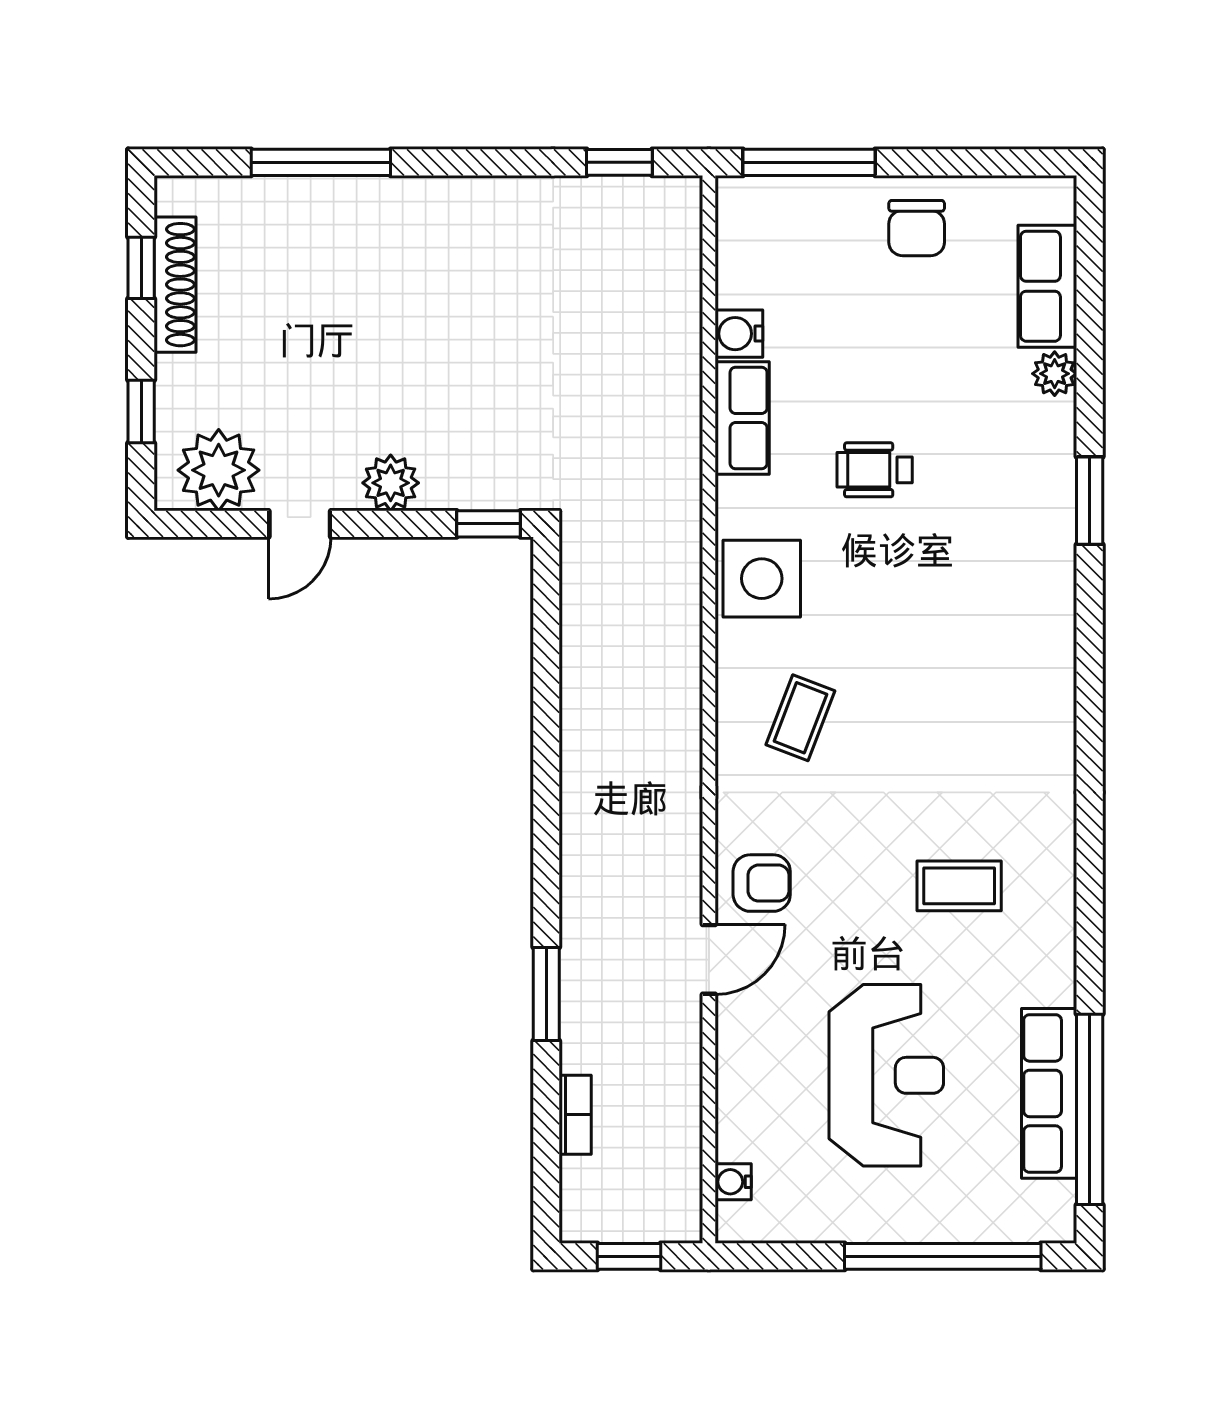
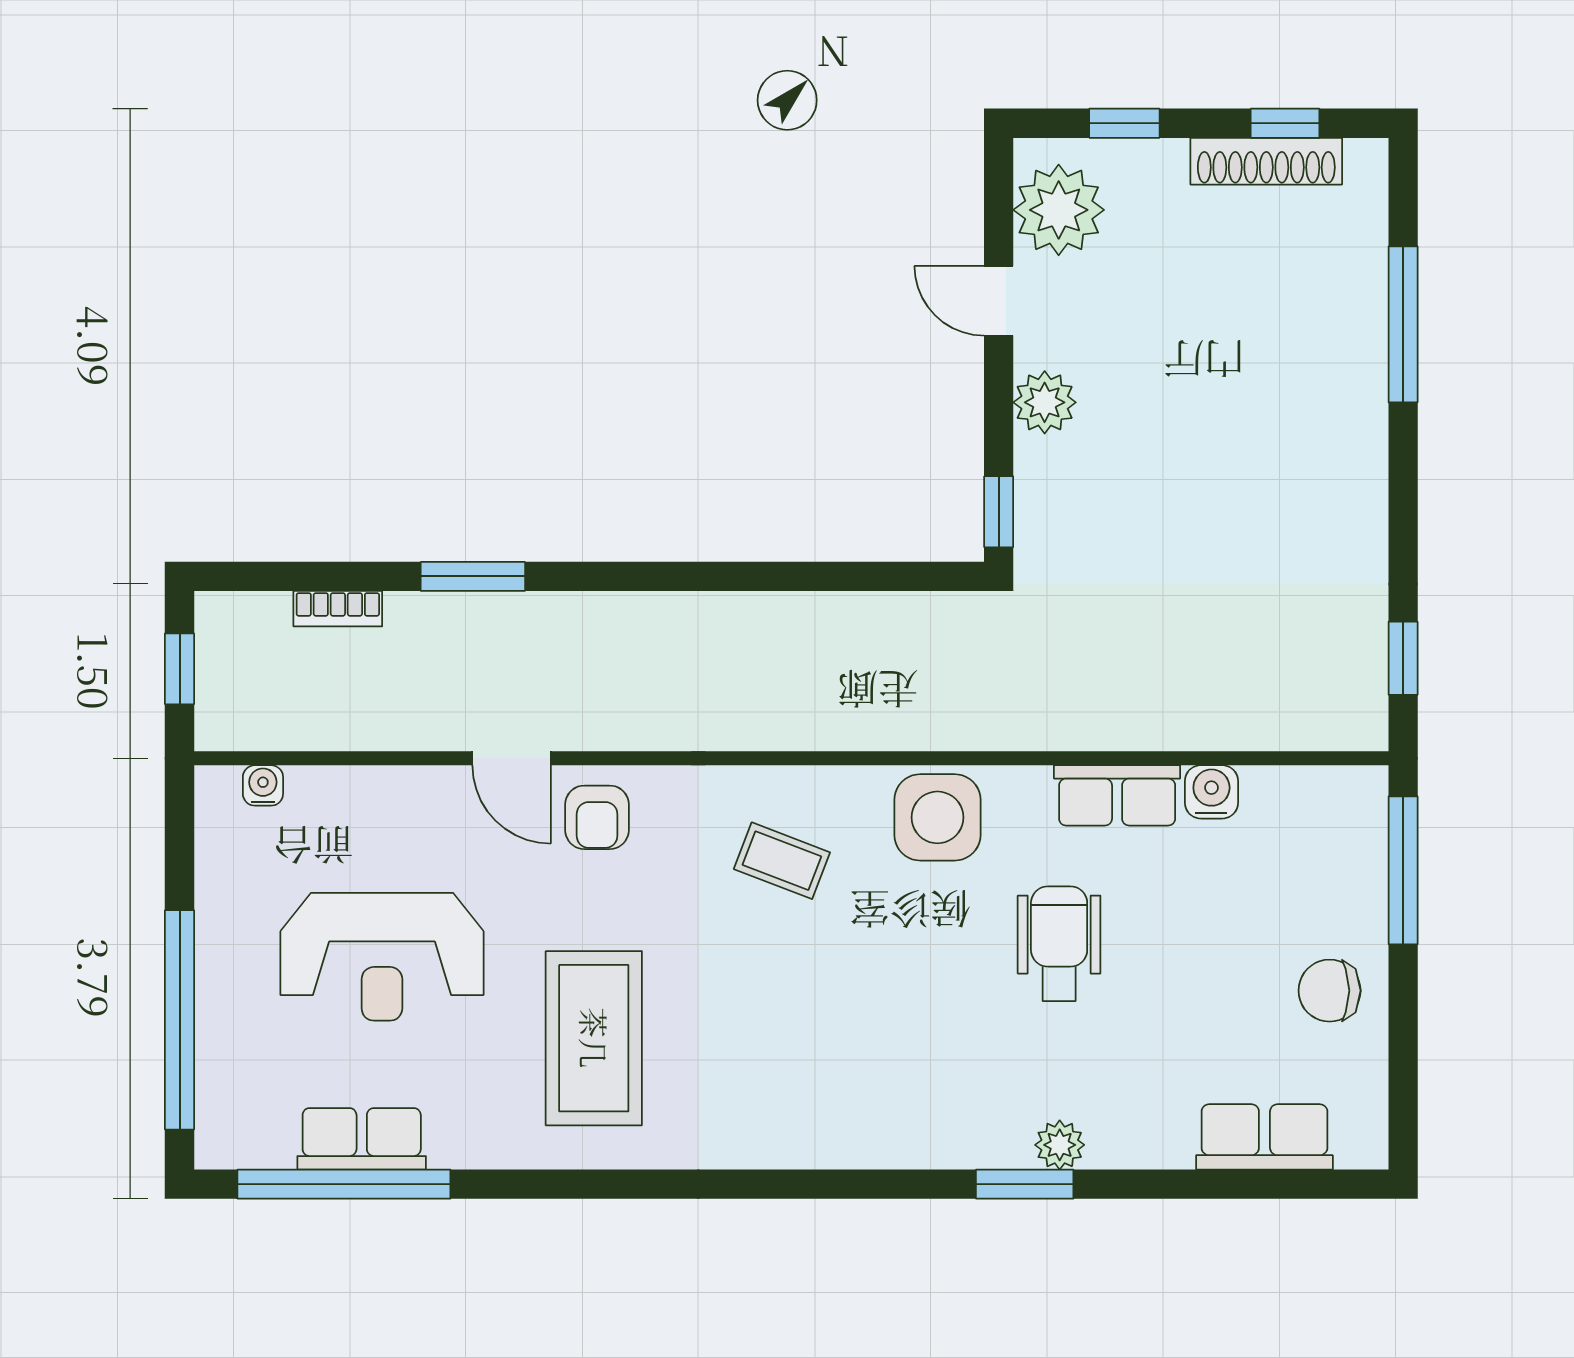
plant: (1055, 374) -> (1060, 1145), moved
wheelchair: (875, 470) -> (1059, 944), width x1.36, depth x1.37
coffee table: (959, 886) -> (594, 1038), width x1.86, depth x1.72
row of seats: (1049, 1093) -> (362, 1139), width x0.68

